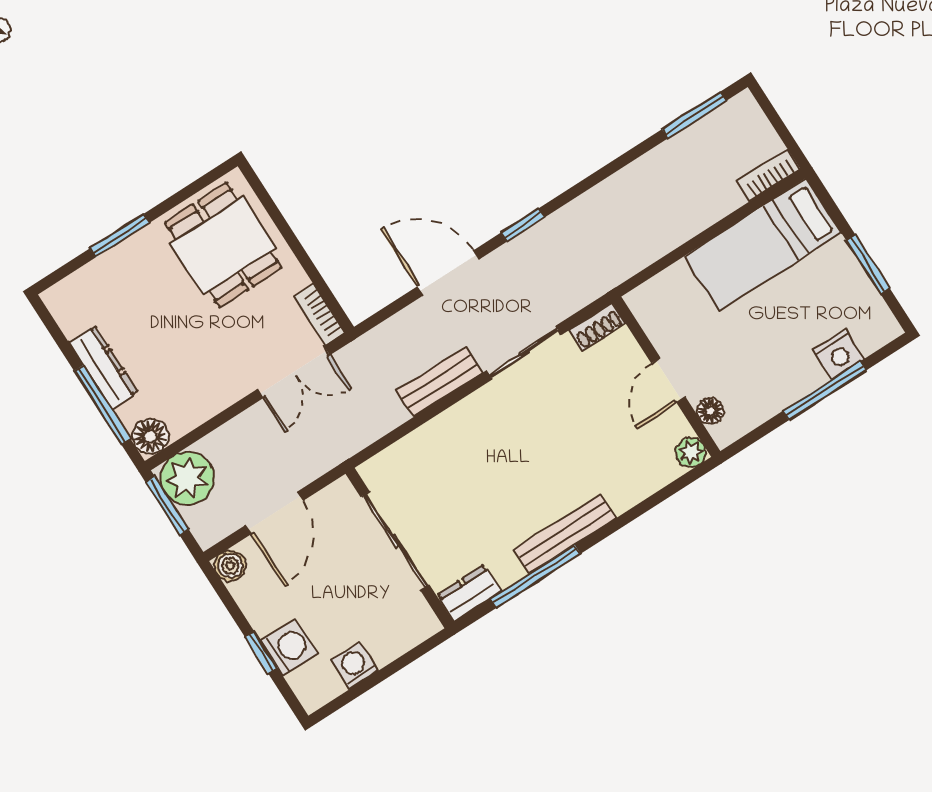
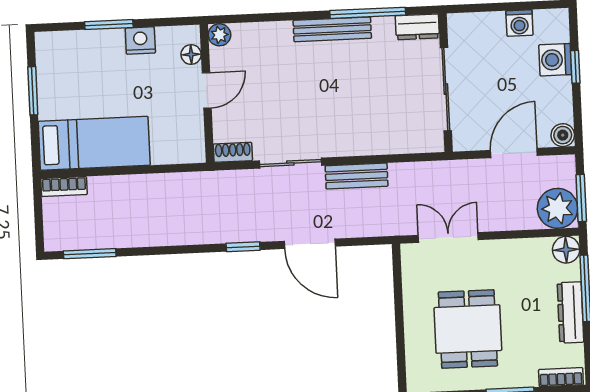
dining table: (223, 245) -> (468, 329), moved
bookcase: (319, 315) -> (561, 377), moved, turned -90
nightstand: (838, 354) -> (140, 41), moved
window: (825, 391) -> (109, 25), width x0.69

